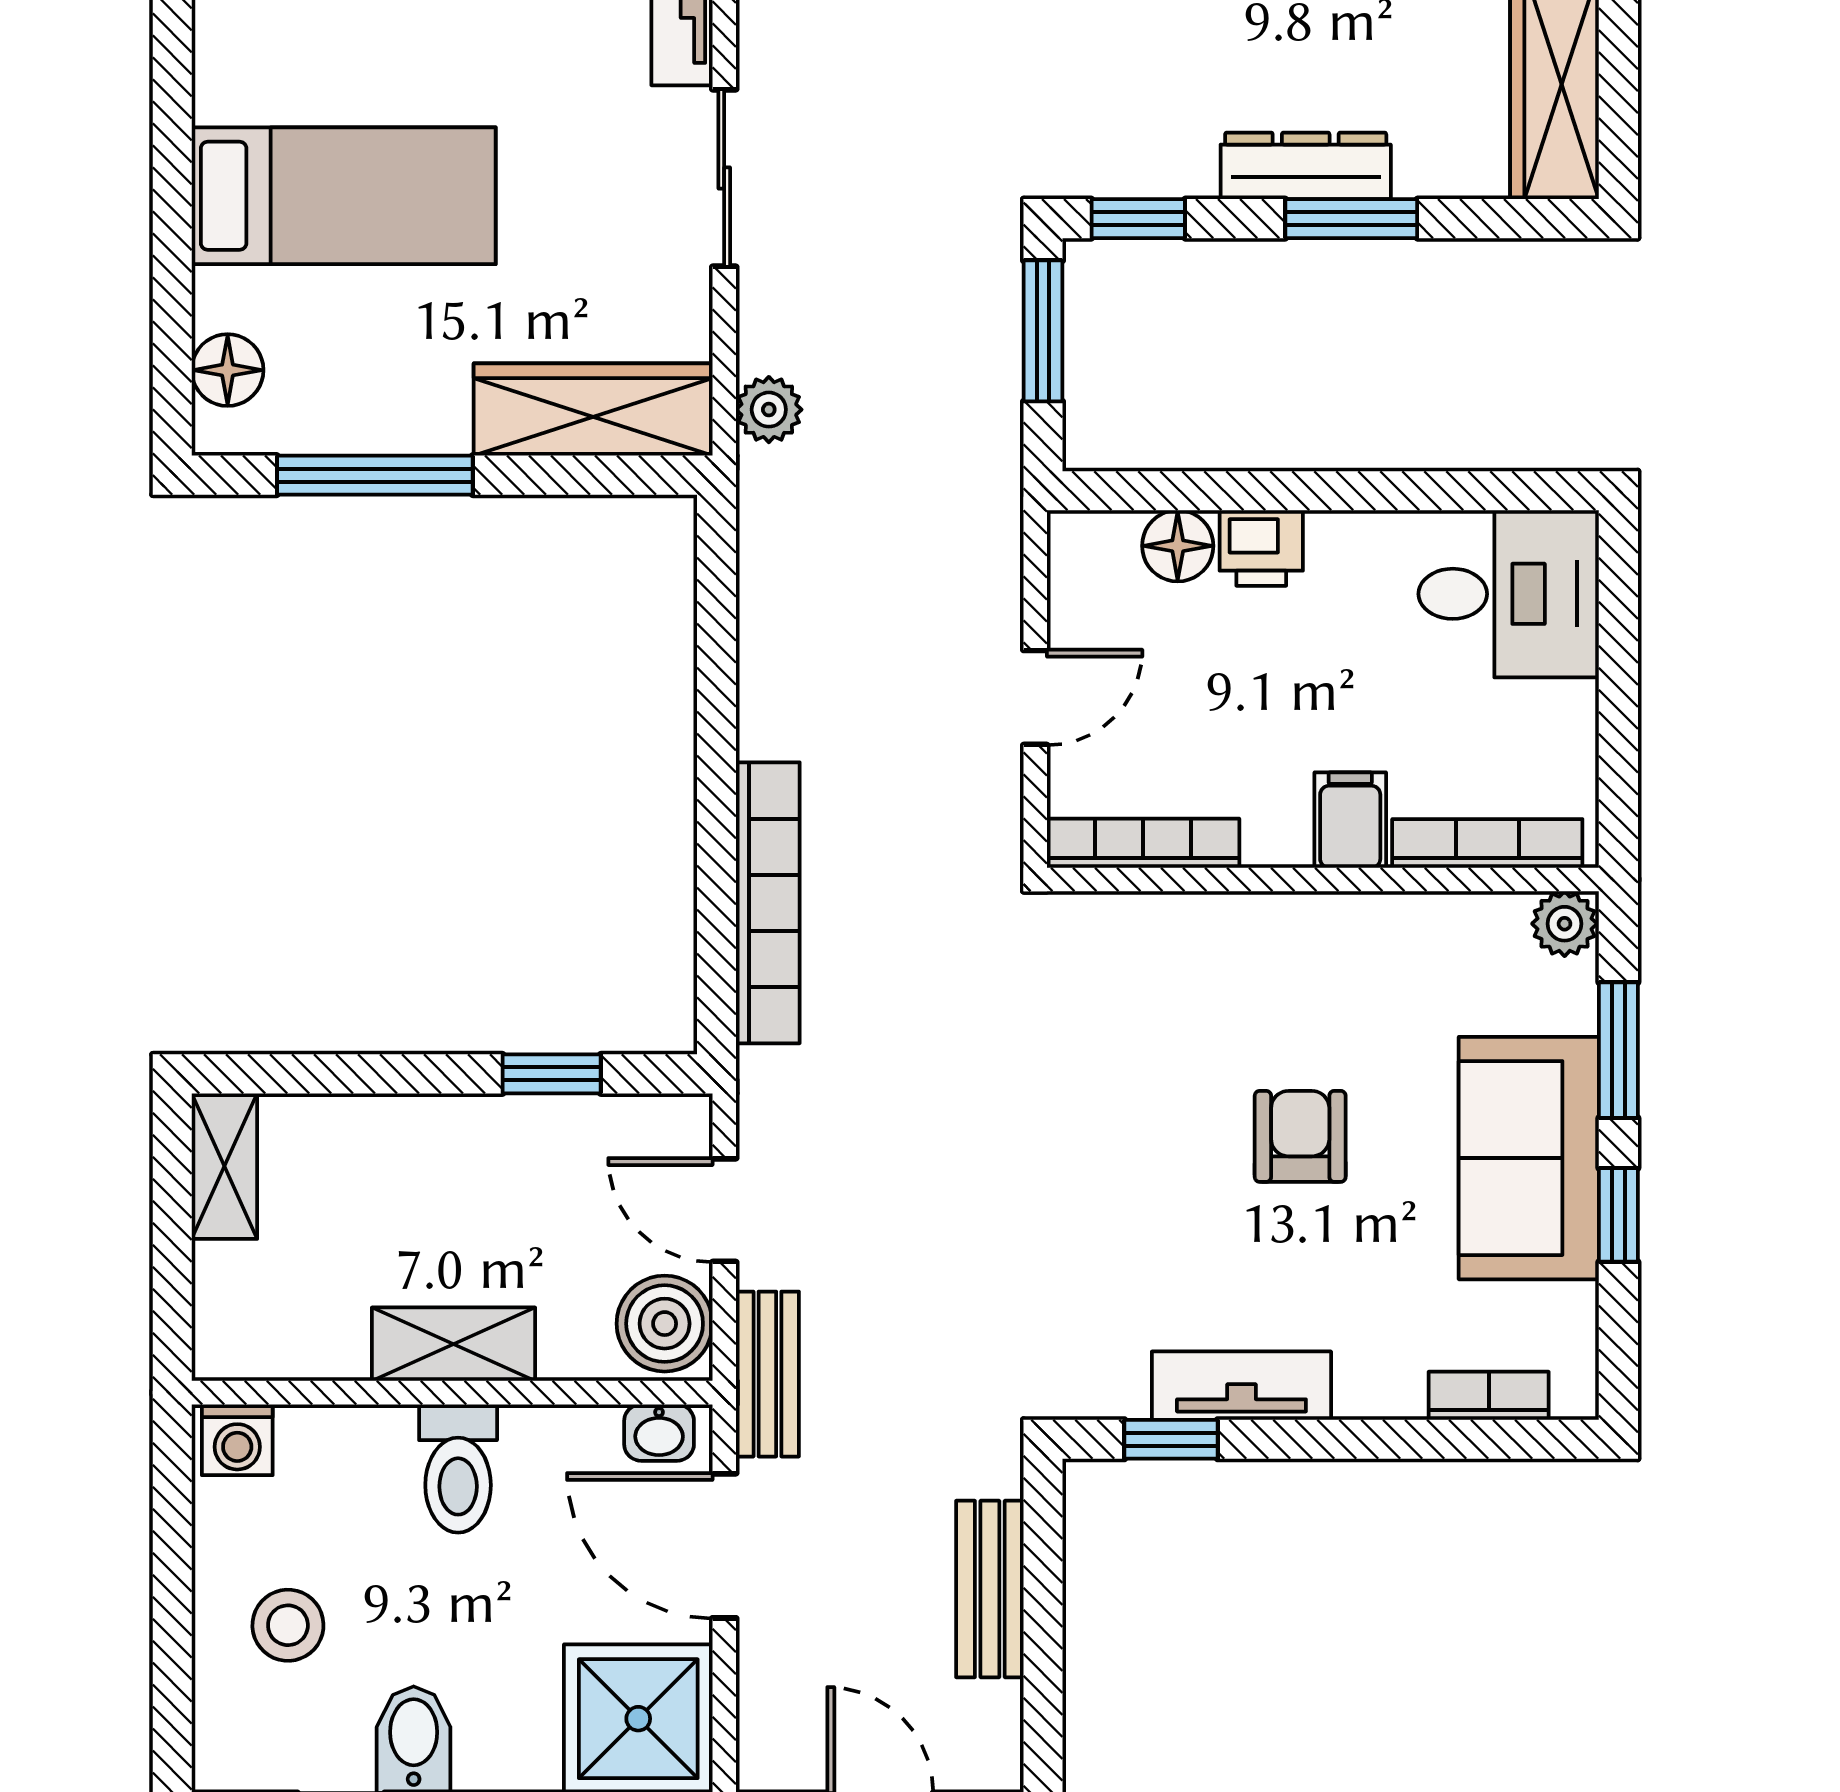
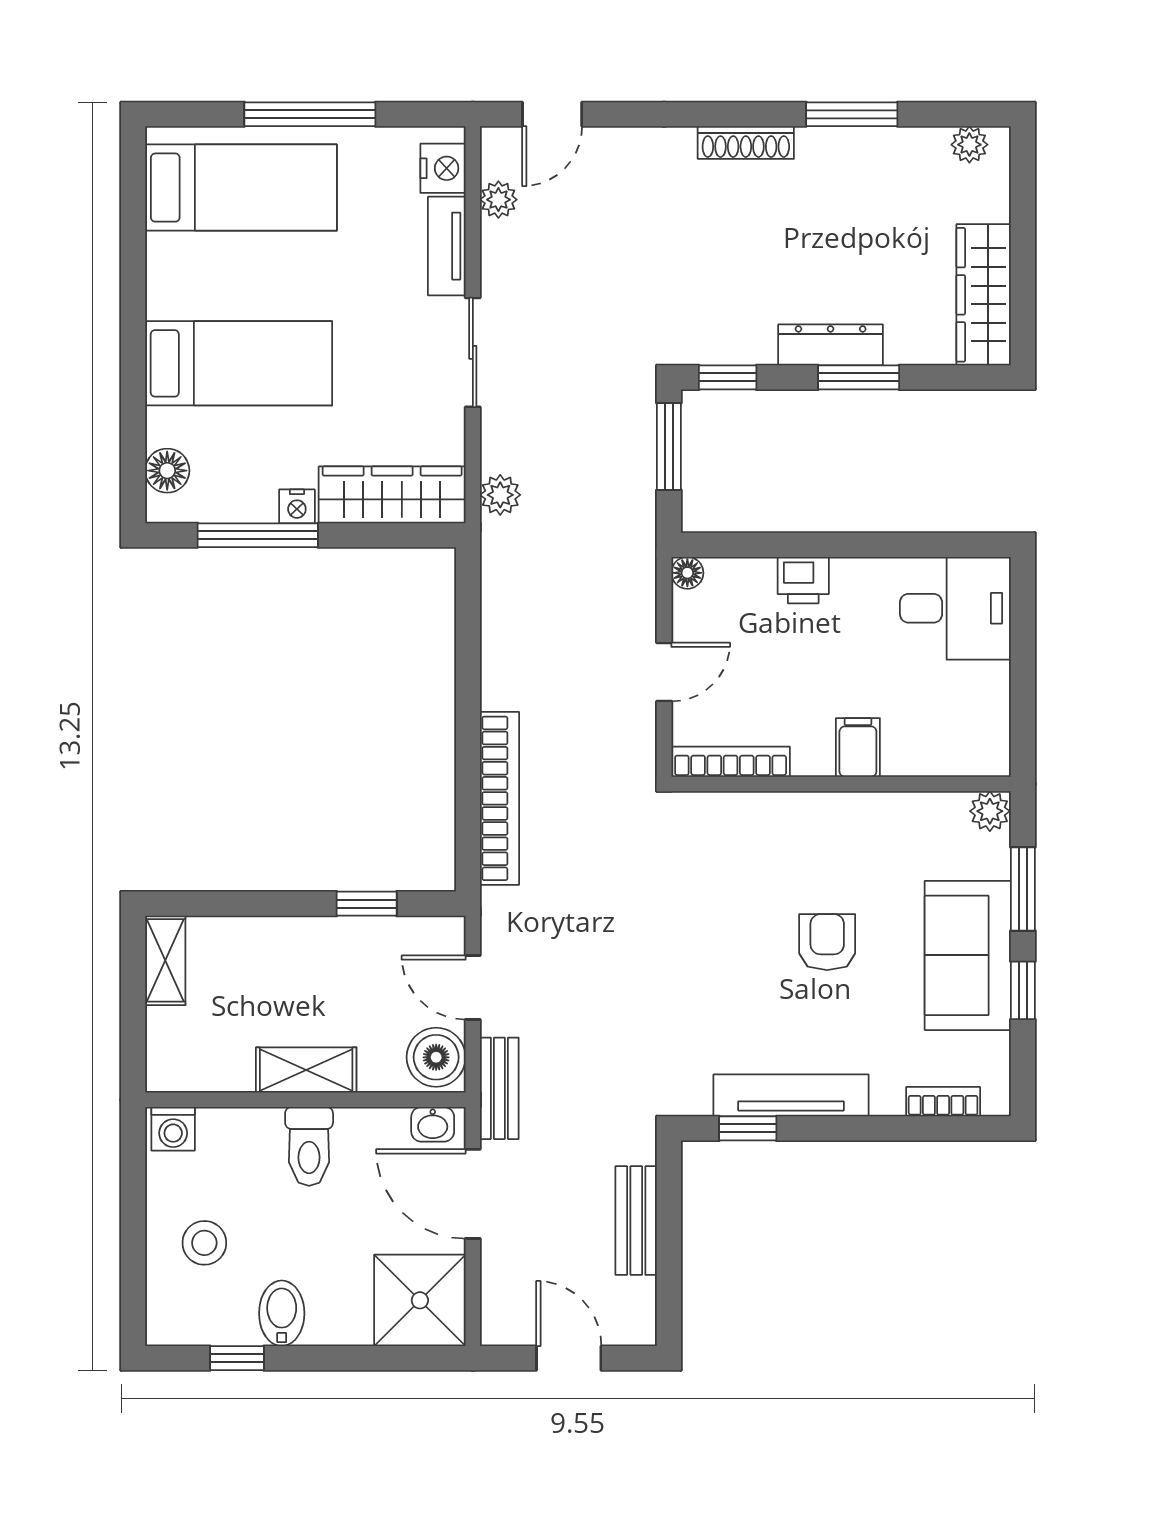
nightstand: (438, 428) -> (297, 506), added
floor lamp: (1178, 546) -> (687, 573), moved, width x0.73, depth x0.73
bookcase: (1487, 843) -> (942, 762), removed
tv unit: (1241, 1386) -> (791, 1095), width x1.41

